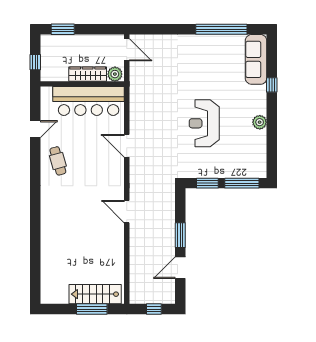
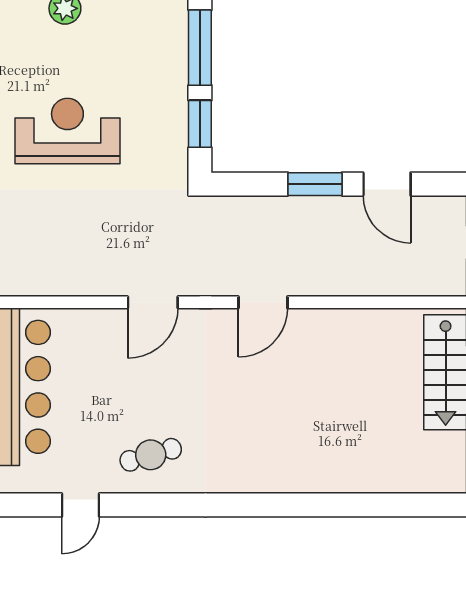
reception desk: (204, 123) -> (67, 131), turned 180
door: (35, 129) -> (80, 505), swing flipped
door: (127, 146) -> (153, 302), moved

